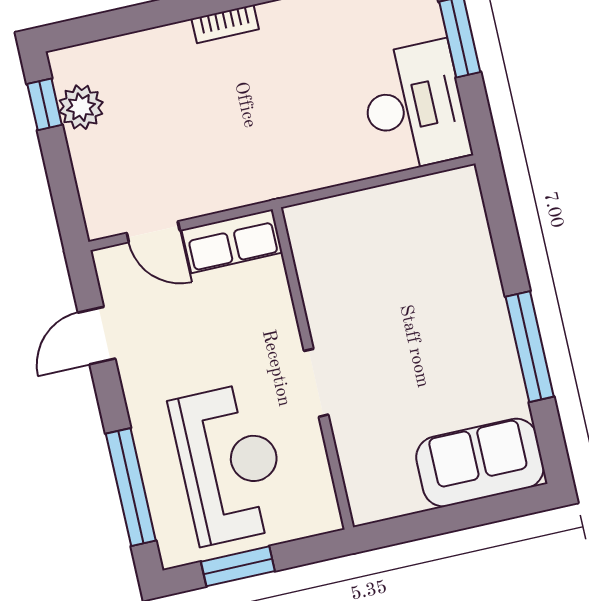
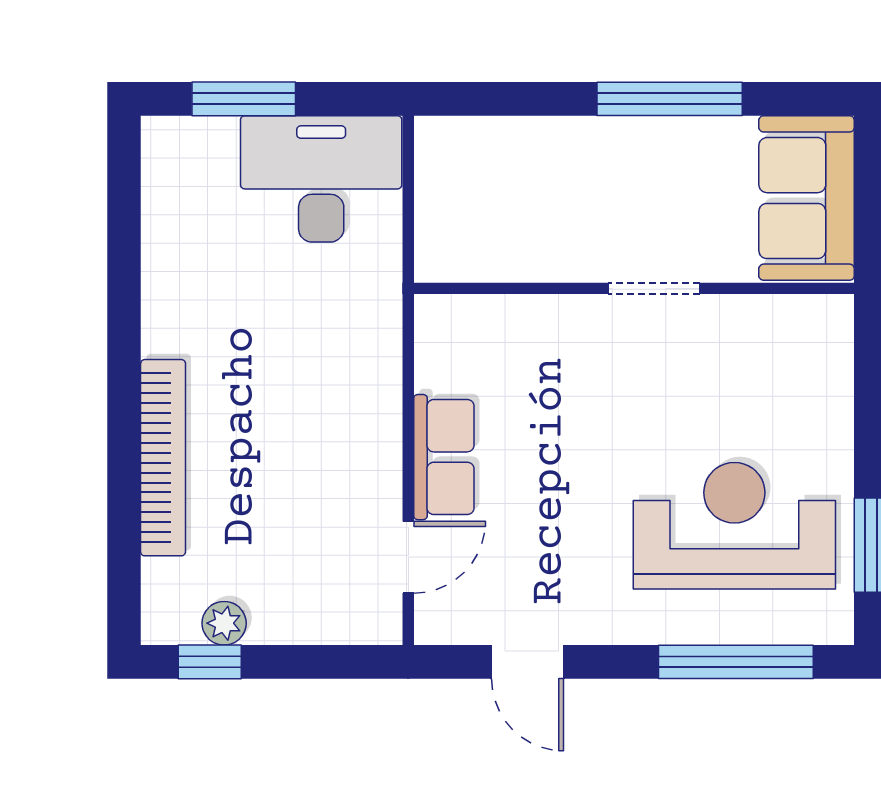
bookcase: (225, 24) -> (163, 458), width x2.31, depth x1.31
plant: (81, 107) -> (224, 623), width x0.73, depth x0.73
wall: (313, 368) -> (634, 288), moved
doorway: (316, 383) -> (654, 288), moved

